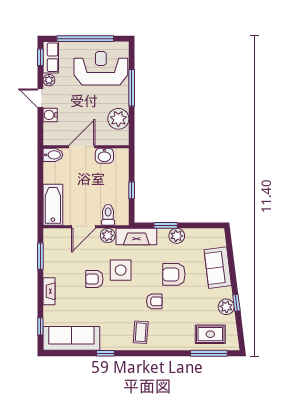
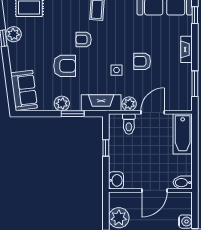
washbasin: (104, 156) -> (116, 180), moved, turned 90
sofa: (218, 268) -> (24, 90), moved
side table: (121, 270) -> (117, 70), width x0.54, depth x0.54
armchair: (94, 279) -> (142, 61), turned 180

